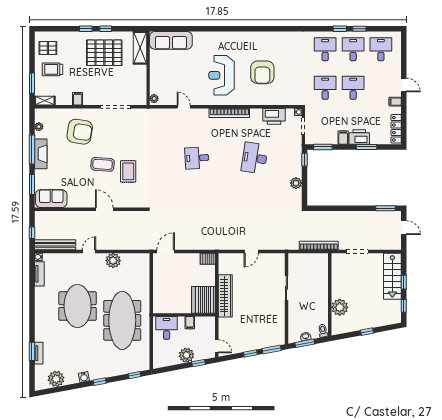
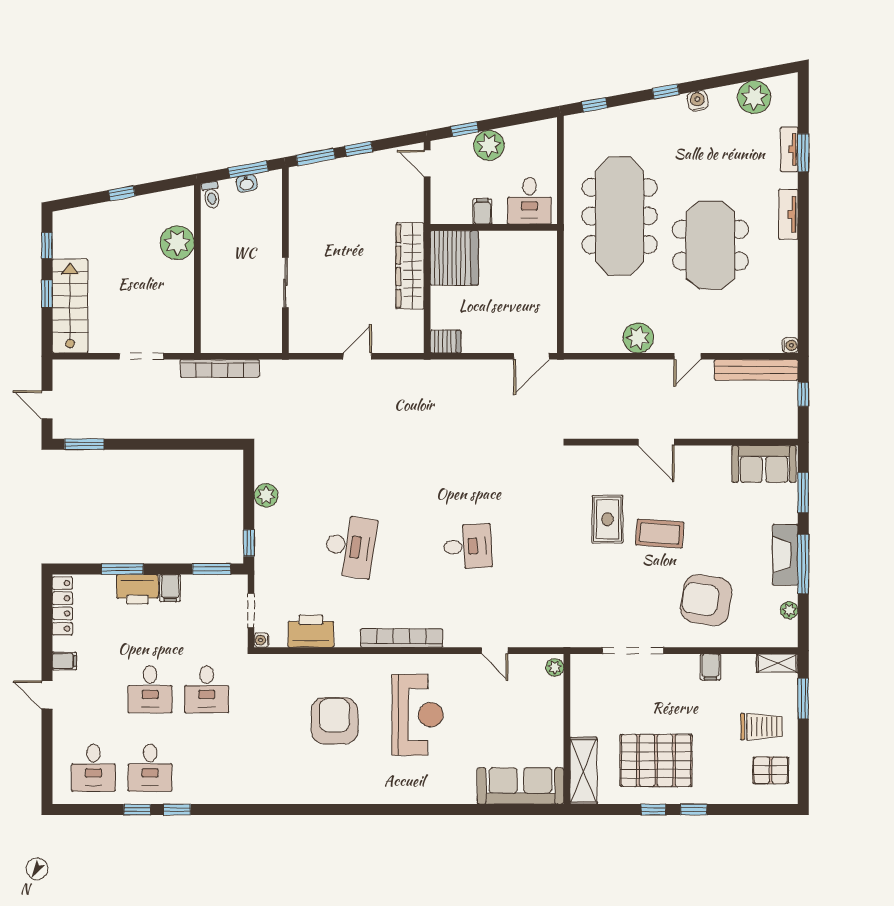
desk: (325, 49) -> (207, 768), removed
tv unit: (39, 274) -> (788, 214), moved

